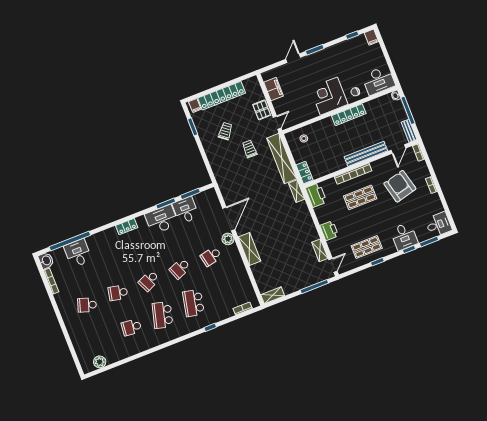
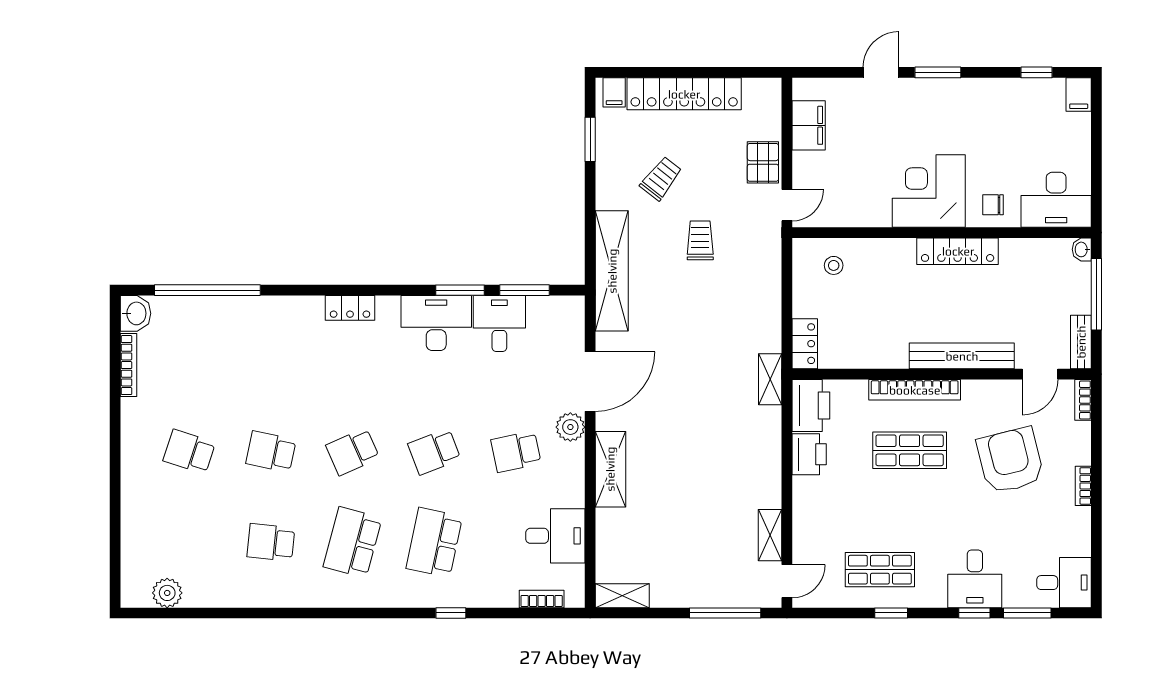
shelving: (282, 158) -> (612, 271), moved
printer: (329, 231) -> (809, 454), moved
desk: (78, 253) -> (555, 536), moved, turned 90

